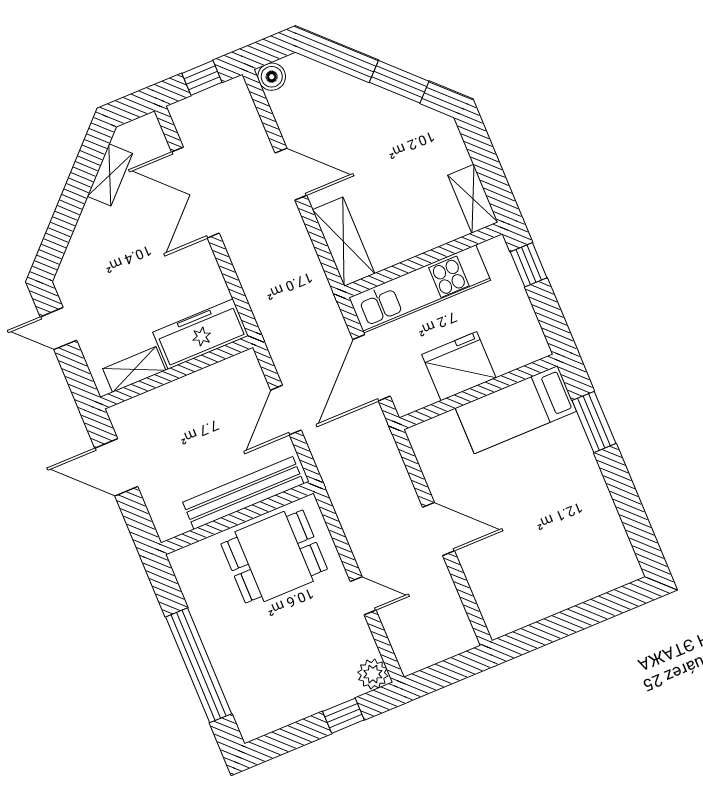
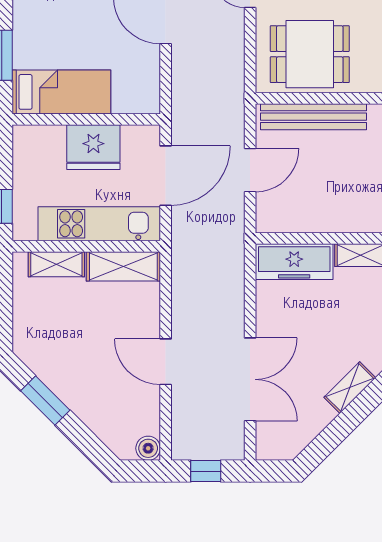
shelving: (110, 175) -> (350, 387), moved
shelving: (473, 199) -> (56, 264), moved, turned 90
shelving: (343, 242) -> (123, 266), moved, turned 90

